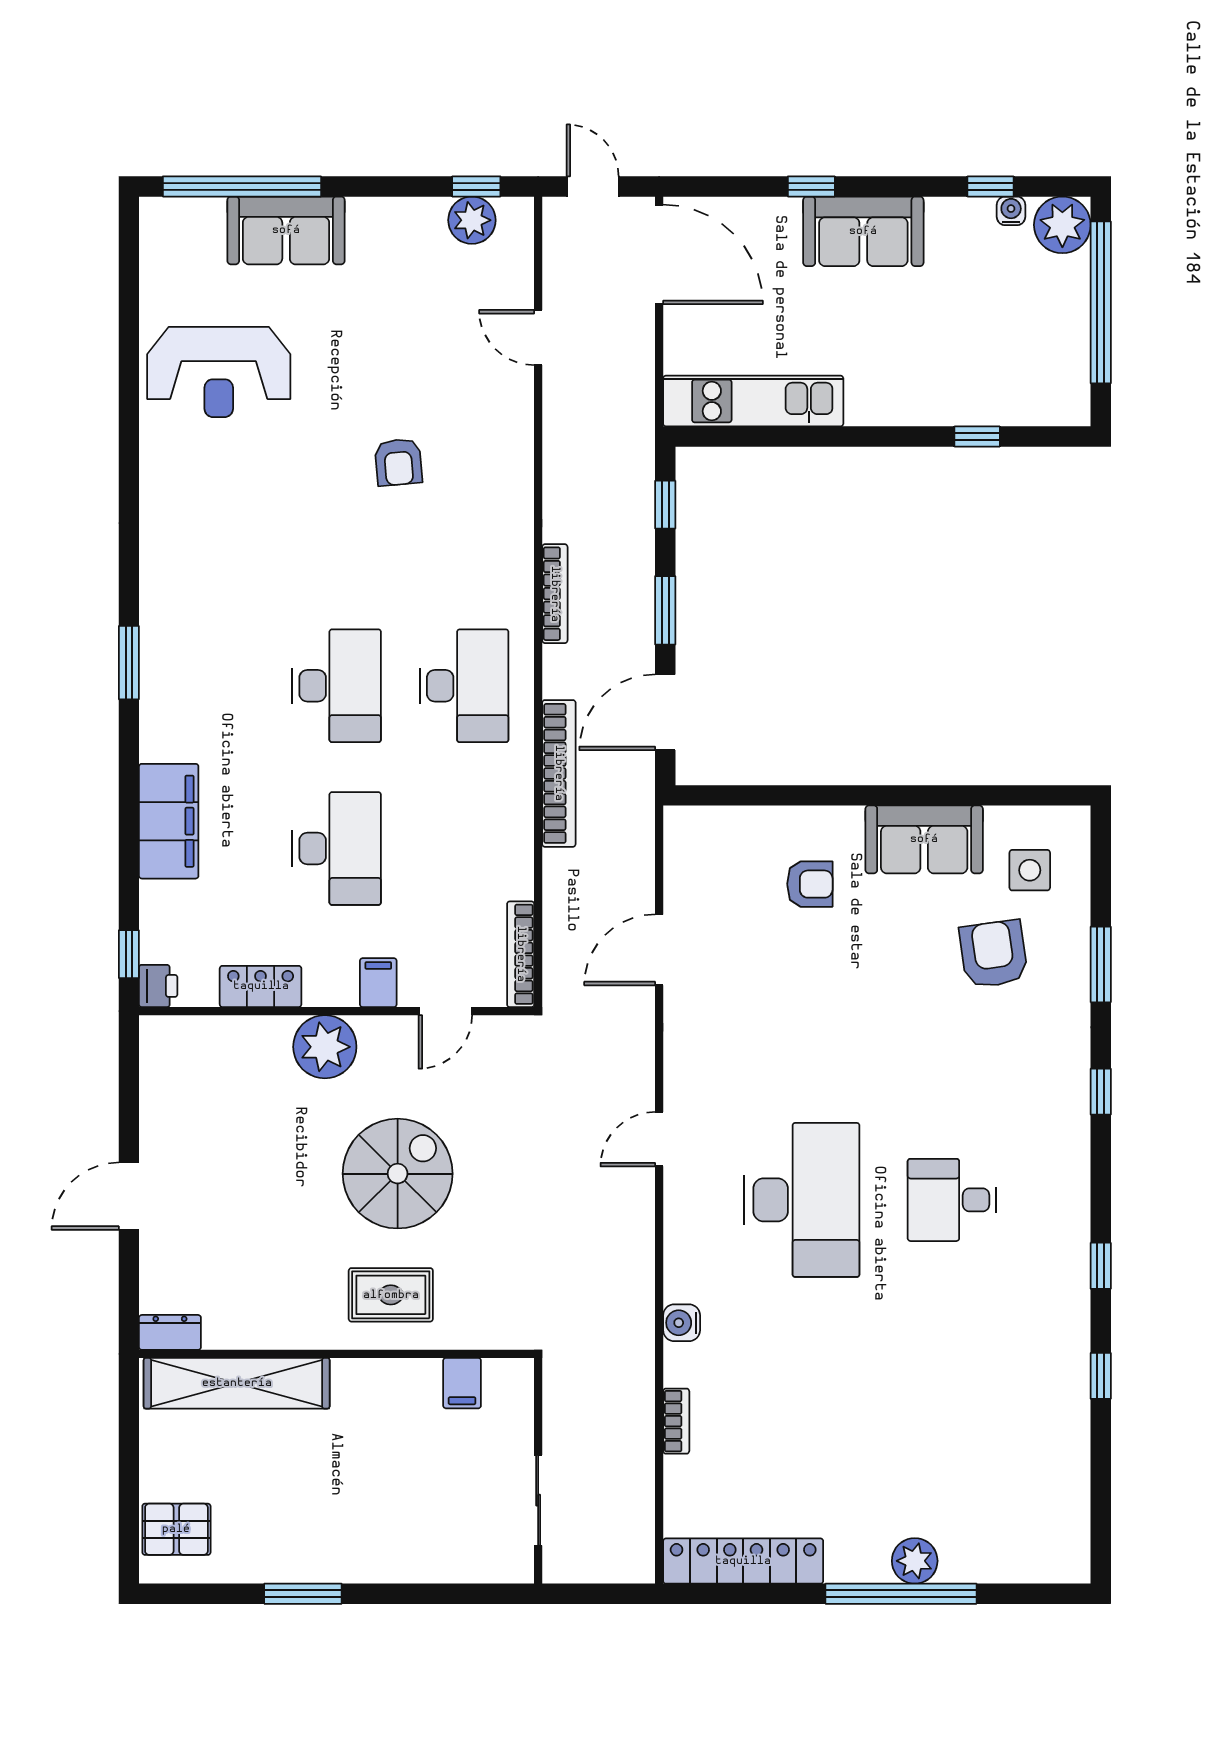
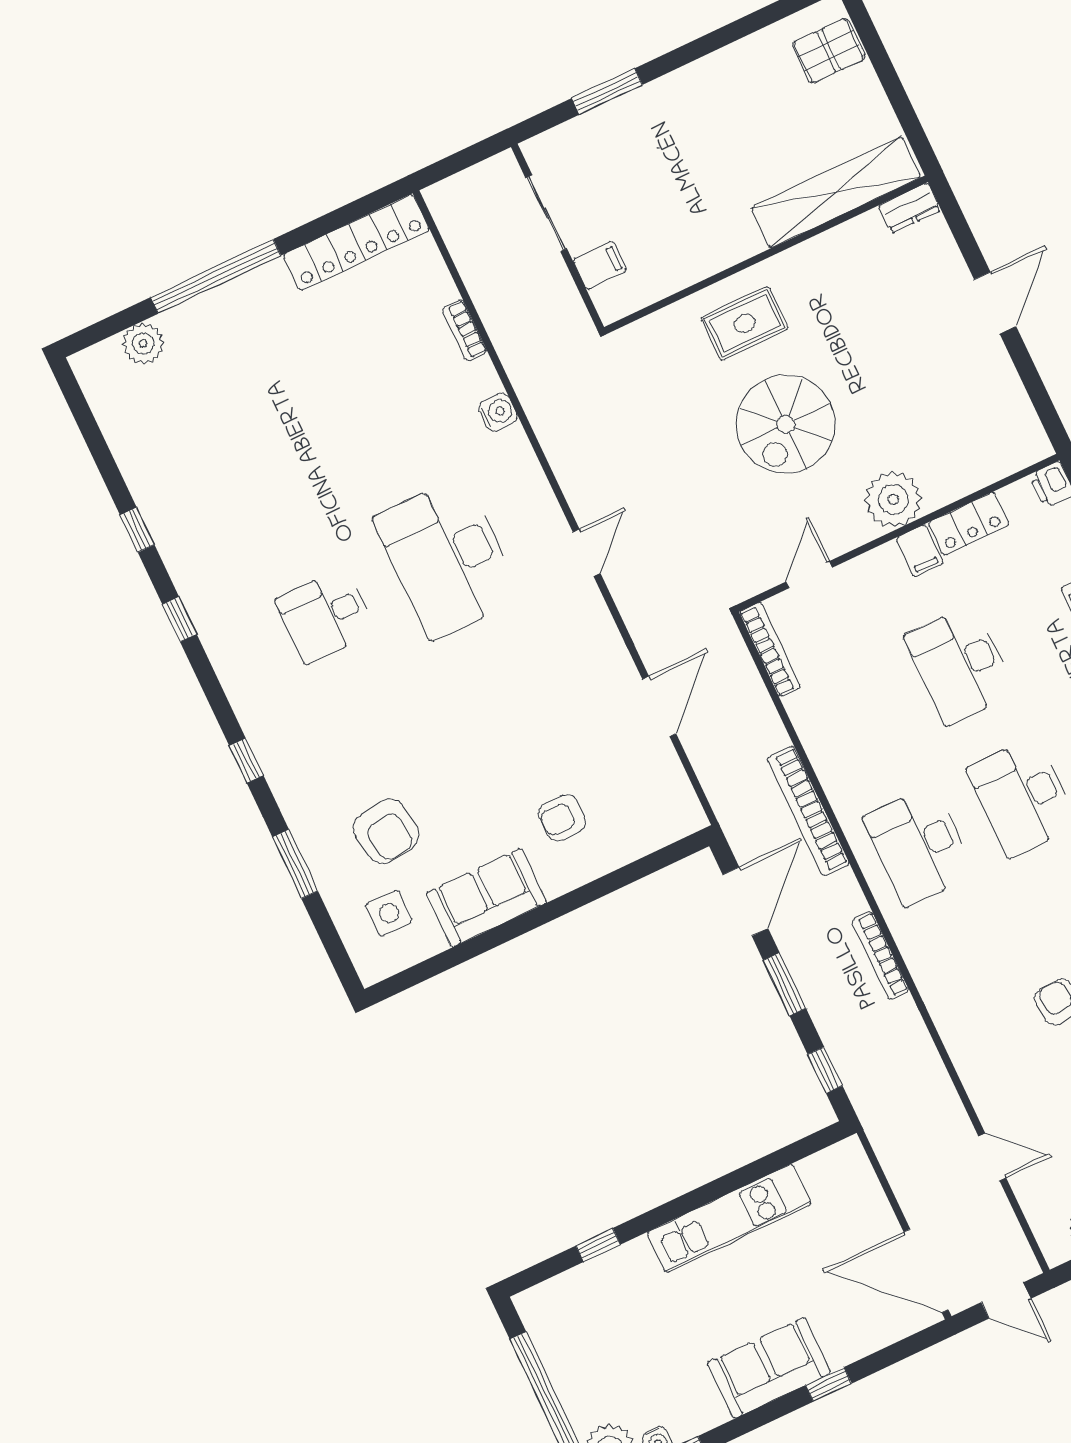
kitchen unit: (753, 401) -> (729, 1218), moved
filing cabinet: (378, 983) -> (920, 551), moved
desk: (952, 1200) -> (325, 616), turned 180
filing cabinet: (462, 1383) -> (600, 265), moved, turned 90
plant: (915, 1561) -> (143, 343), moved
window: (303, 1594) -> (607, 91), moved

